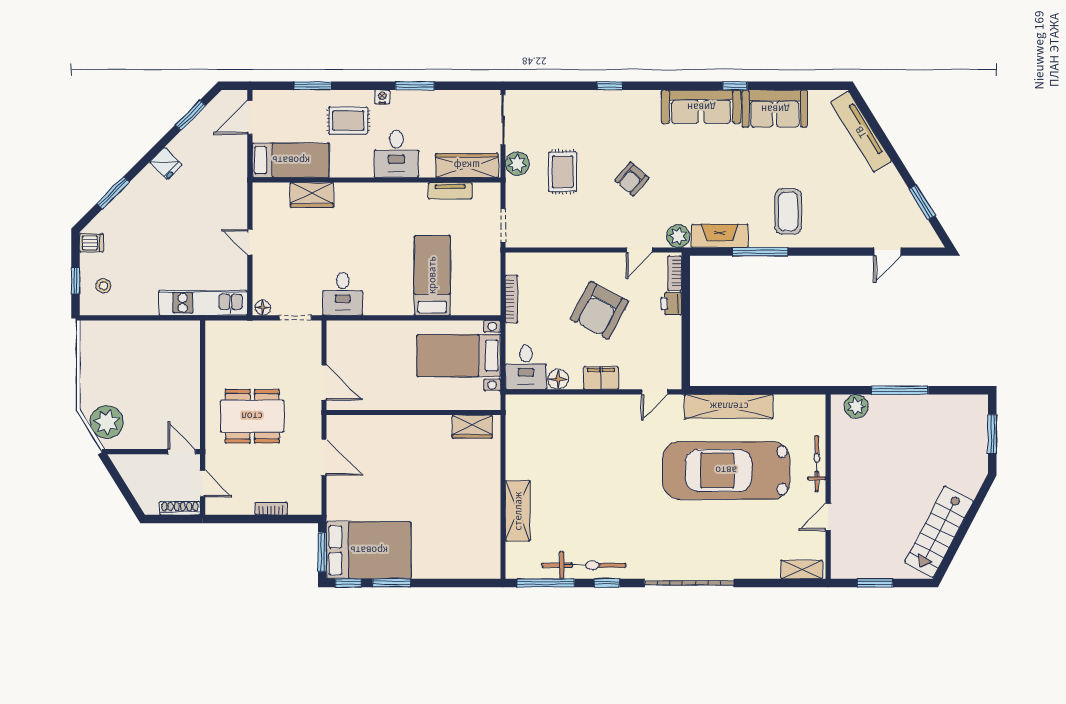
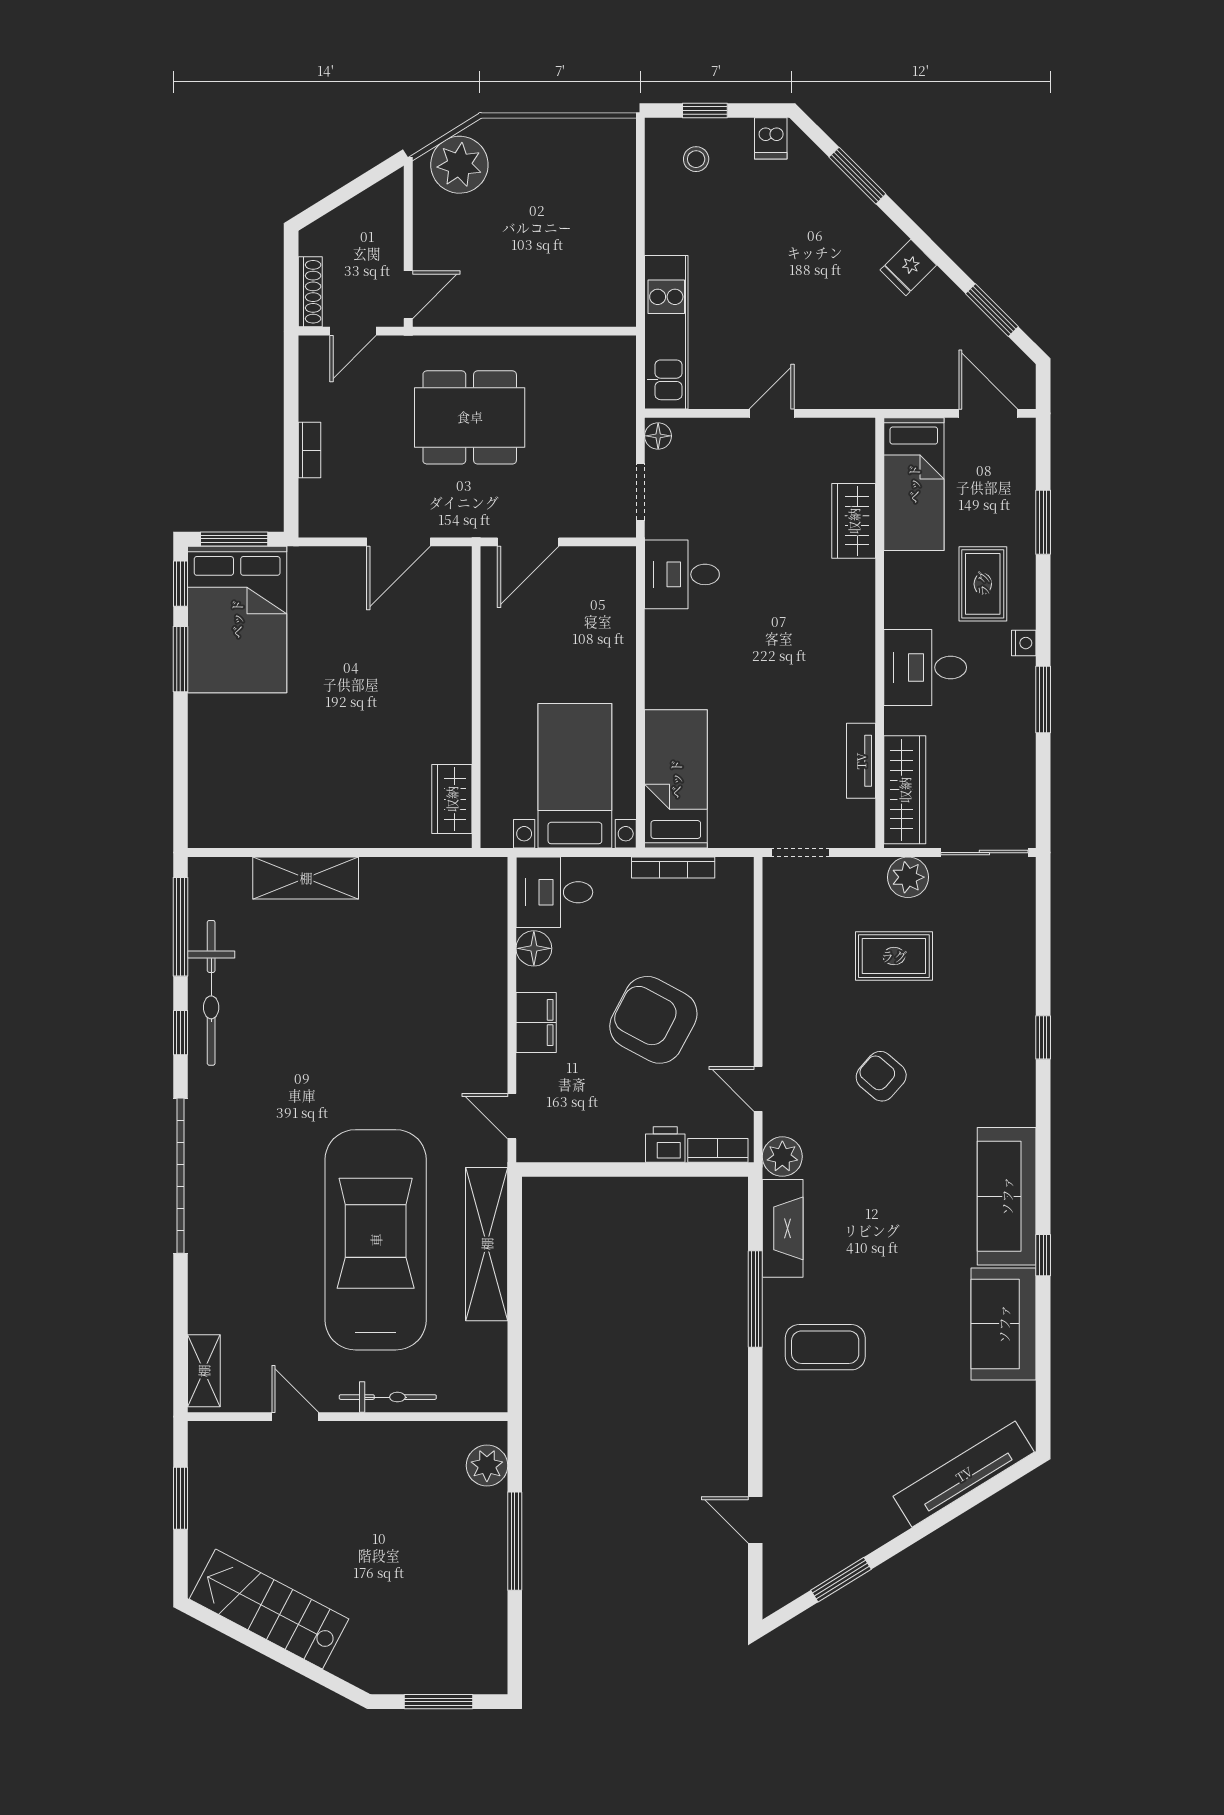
bed: (432, 275) -> (676, 779), moved, turned -90
dining table: (252, 416) -> (470, 417), turned 90

